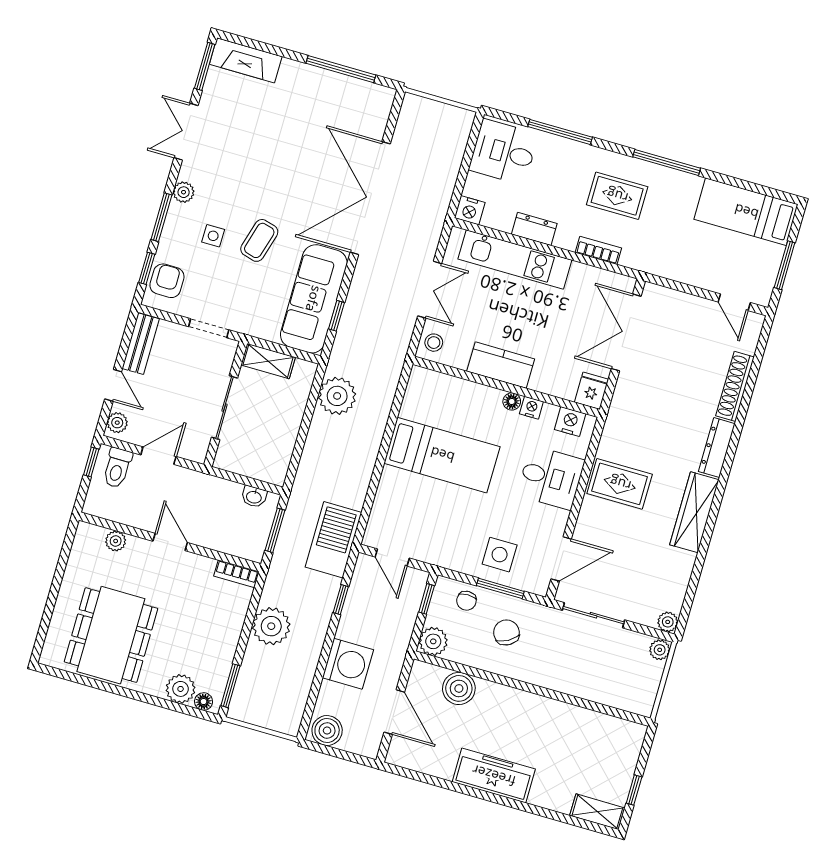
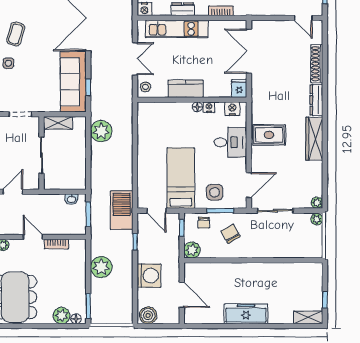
coffee table: (259, 240) -> (16, 34), moved
bed: (442, 455) -> (181, 178), moved, turned -90
bookcase: (236, 574) -> (56, 244), moved
boiler: (459, 688) -> (213, 272), removed

